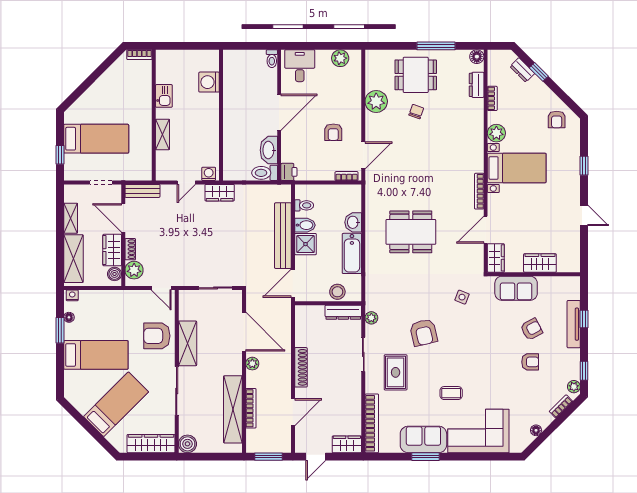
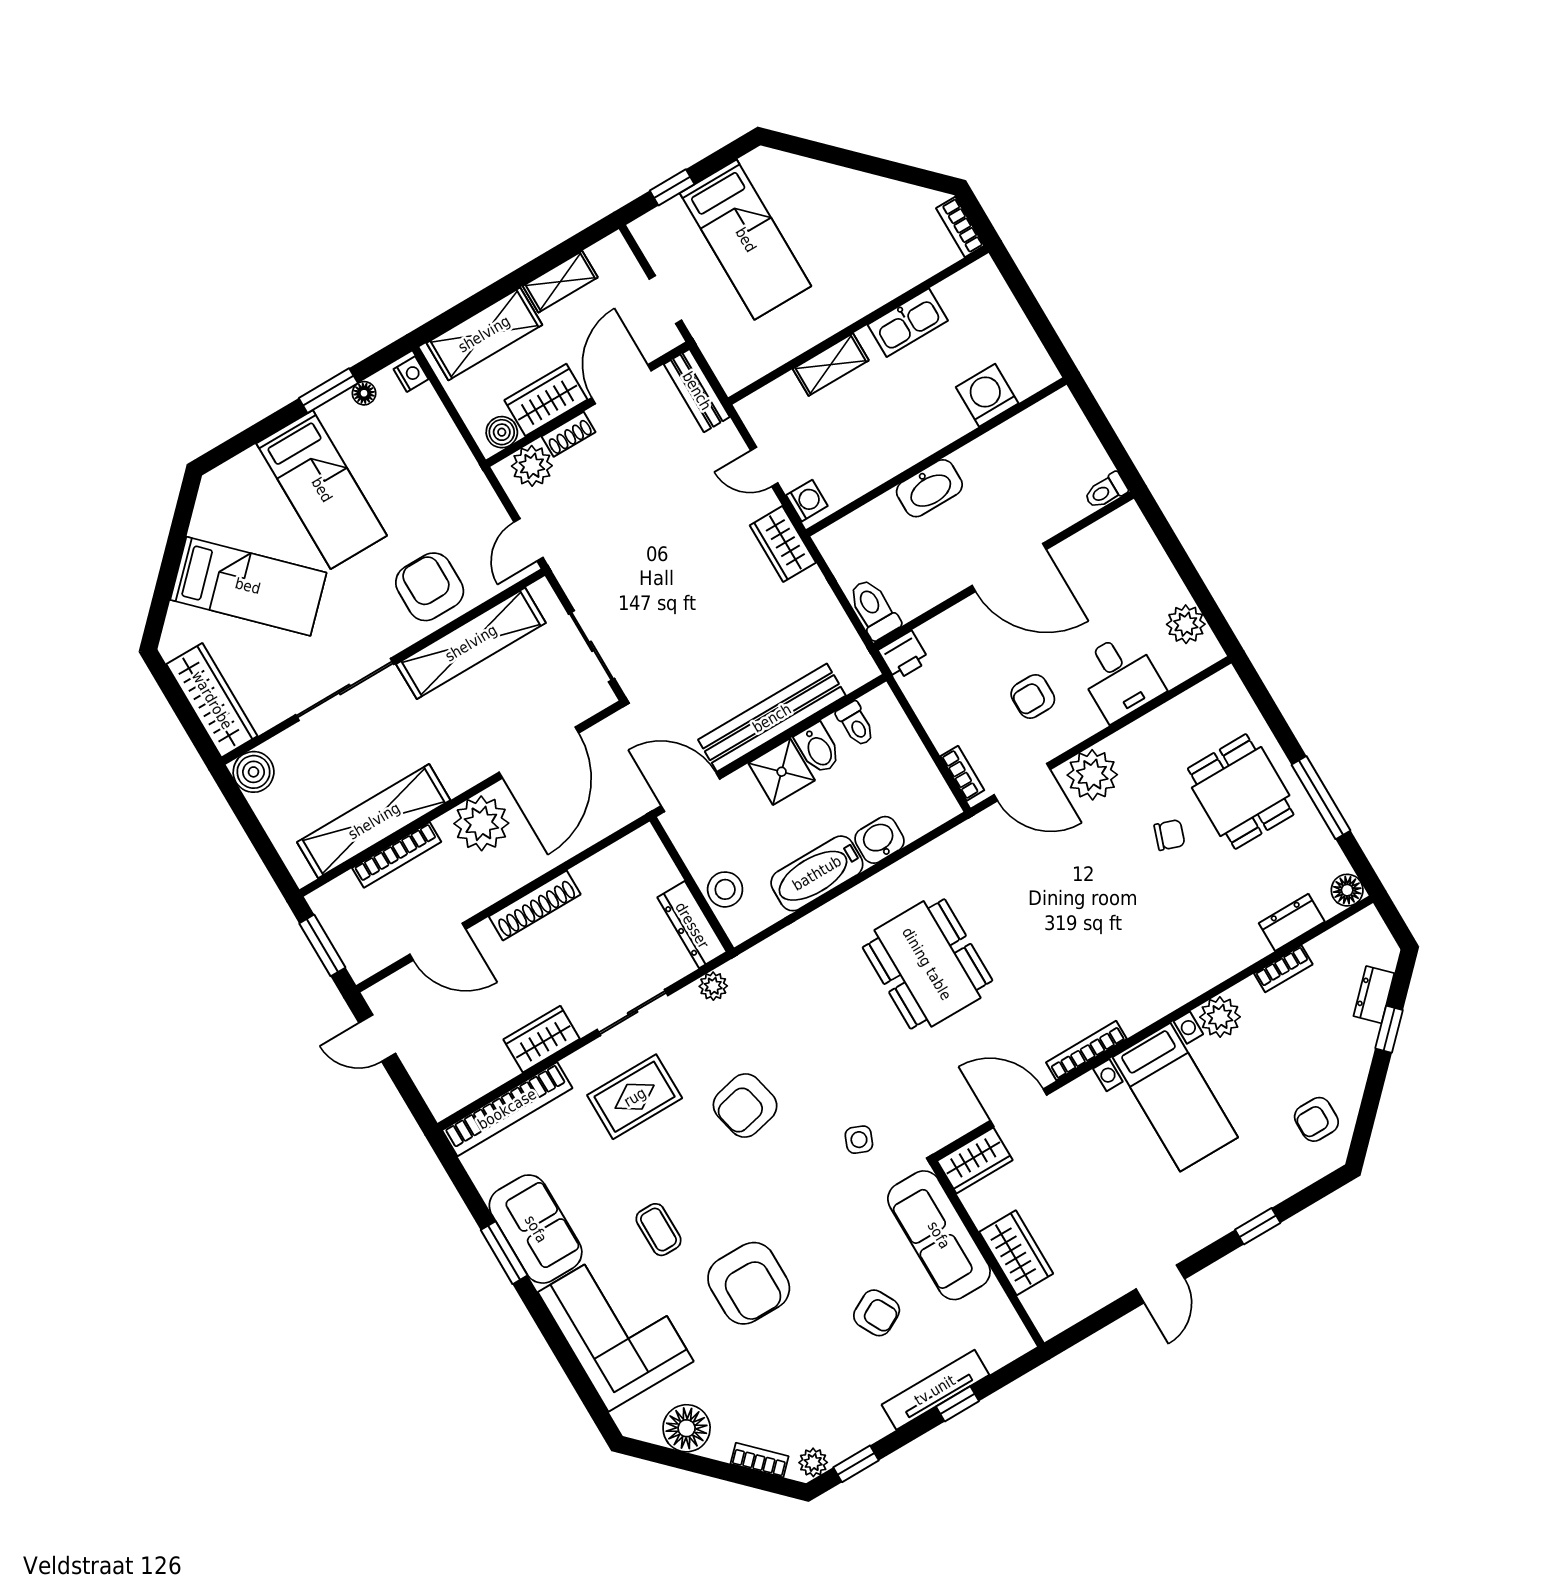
desk: (300, 66) -> (1120, 677), moved, turned 90
kitchen sink: (164, 96) -> (908, 323), width x1.38
plant: (376, 101) -> (1092, 775), moved
washbasin: (269, 150) -> (929, 488), moved, turned 180
sofa: (516, 288) -> (939, 1235), width x1.36
shelving: (188, 343) -> (471, 643), width x1.47
armchair: (530, 362) -> (749, 1283), moved, width x1.88, depth x1.88
plant: (252, 364) -> (481, 823), width x1.87, depth x1.87
floor lamp: (536, 430) -> (687, 1428), width x1.89, depth x1.89
wardrobe: (347, 444) -> (542, 1039), moved, turned -90

